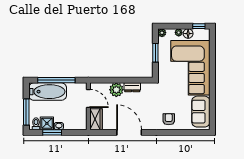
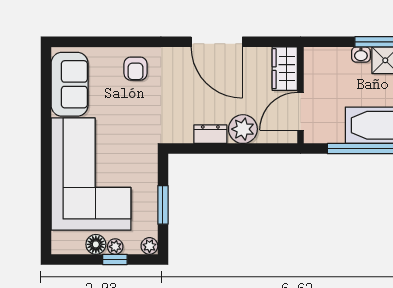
window: (199, 26) -> (115, 259), moved
door: (88, 98) -> (300, 111), hinge flipped

